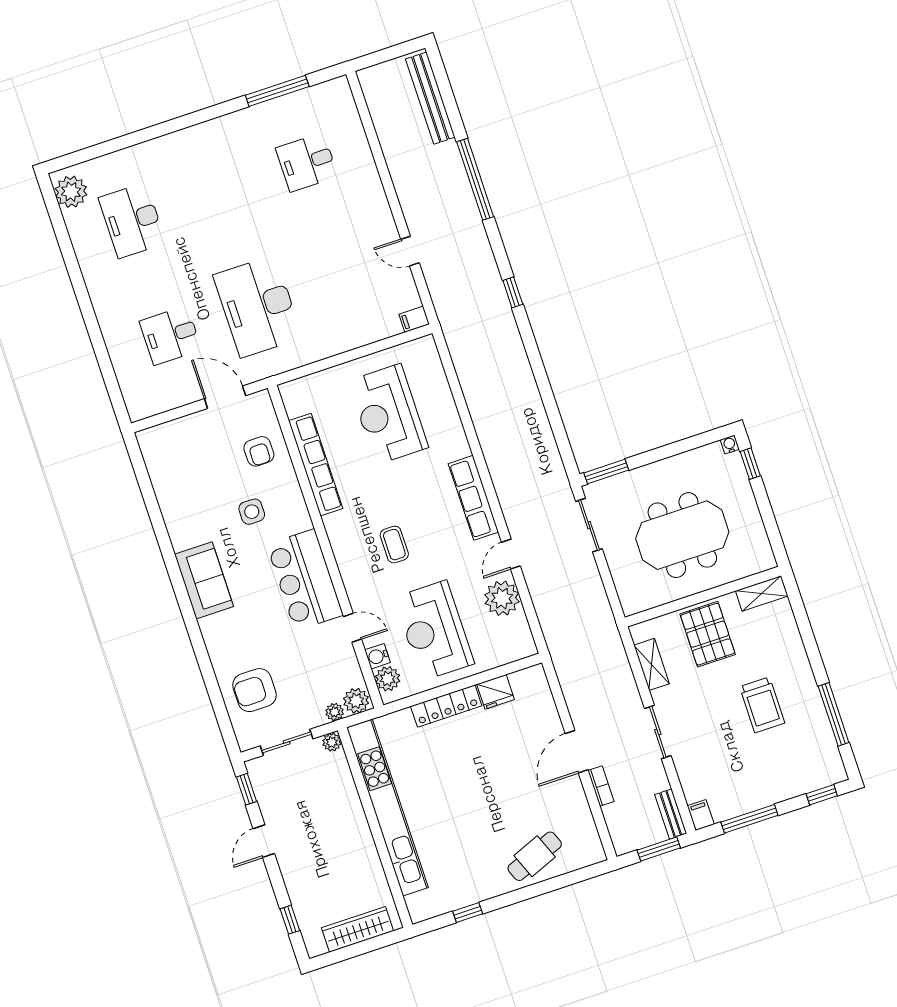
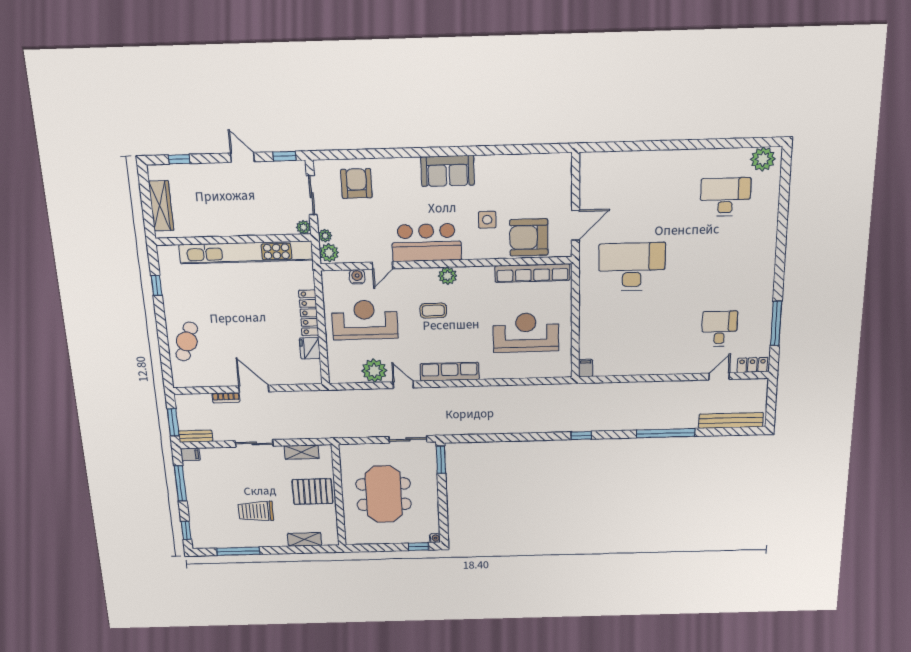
locker: (343, 100) -> (752, 365), added
door: (410, 251) -> (719, 376), moved
desk: (170, 335) -> (633, 200), removed
armchair: (259, 451) -> (529, 237), width x1.88, depth x1.88
row of seats: (316, 465) -> (532, 273), moved
shelving: (762, 593) -> (305, 539), moved, turned 90
plant: (388, 679) -> (448, 276), moved
cafe table: (535, 856) -> (187, 341), turned 42

